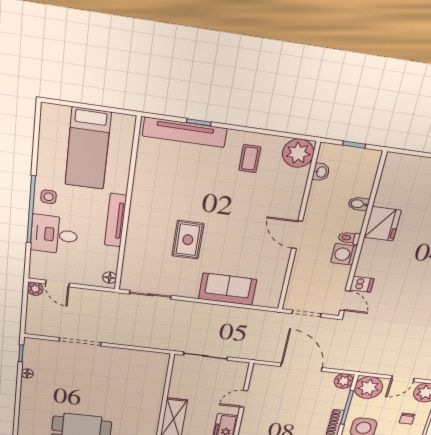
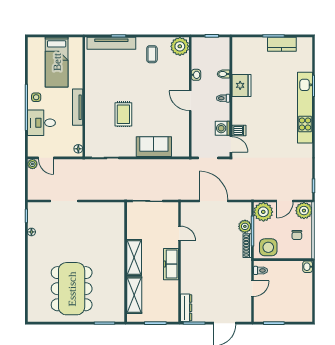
washbasin: (321, 172) -> (196, 75), moved
washing machine: (344, 254) -> (223, 128), moved
plant: (344, 381) -> (245, 226), moved
door: (244, 399) -> (179, 233), swing flipped

